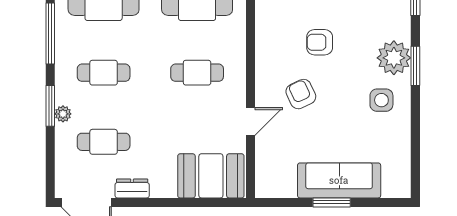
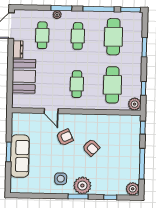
armchair: (320, 42) -> (91, 147), turned 134
booth: (211, 176) -> (24, 76), moved

